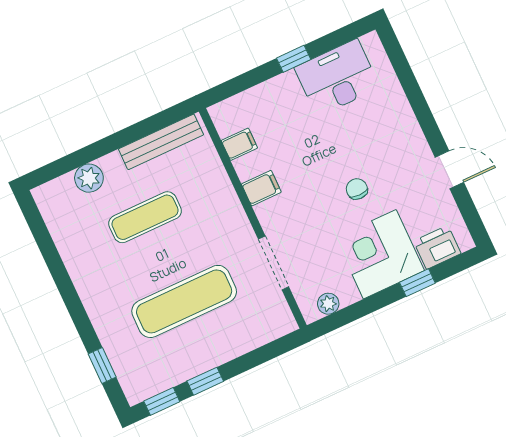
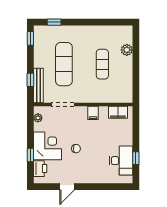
window: (294, 59) -> (136, 158), moved
bench: (161, 142) -> (38, 86), moved
filing cabinet: (239, 144) -> (118, 112), width x2.00
window: (205, 381) -> (30, 80), moved

